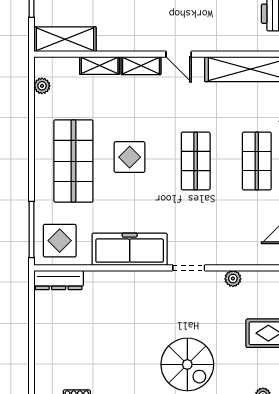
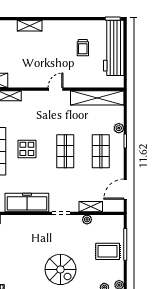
door: (179, 54) -> (55, 89), swing flipped
shelving: (141, 66) -> (91, 207), moved

